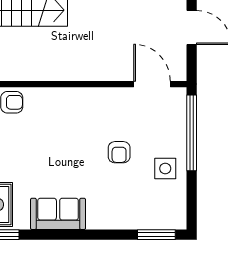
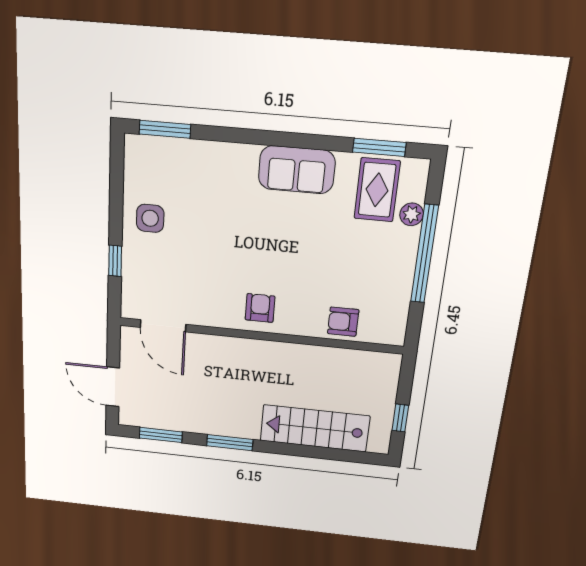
window: (192, 133) -> (115, 261), width x0.32
armchair: (119, 152) -> (260, 308), moved

